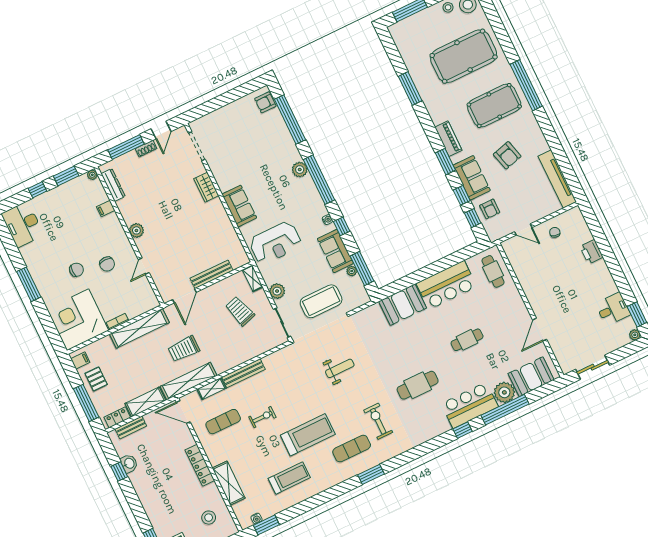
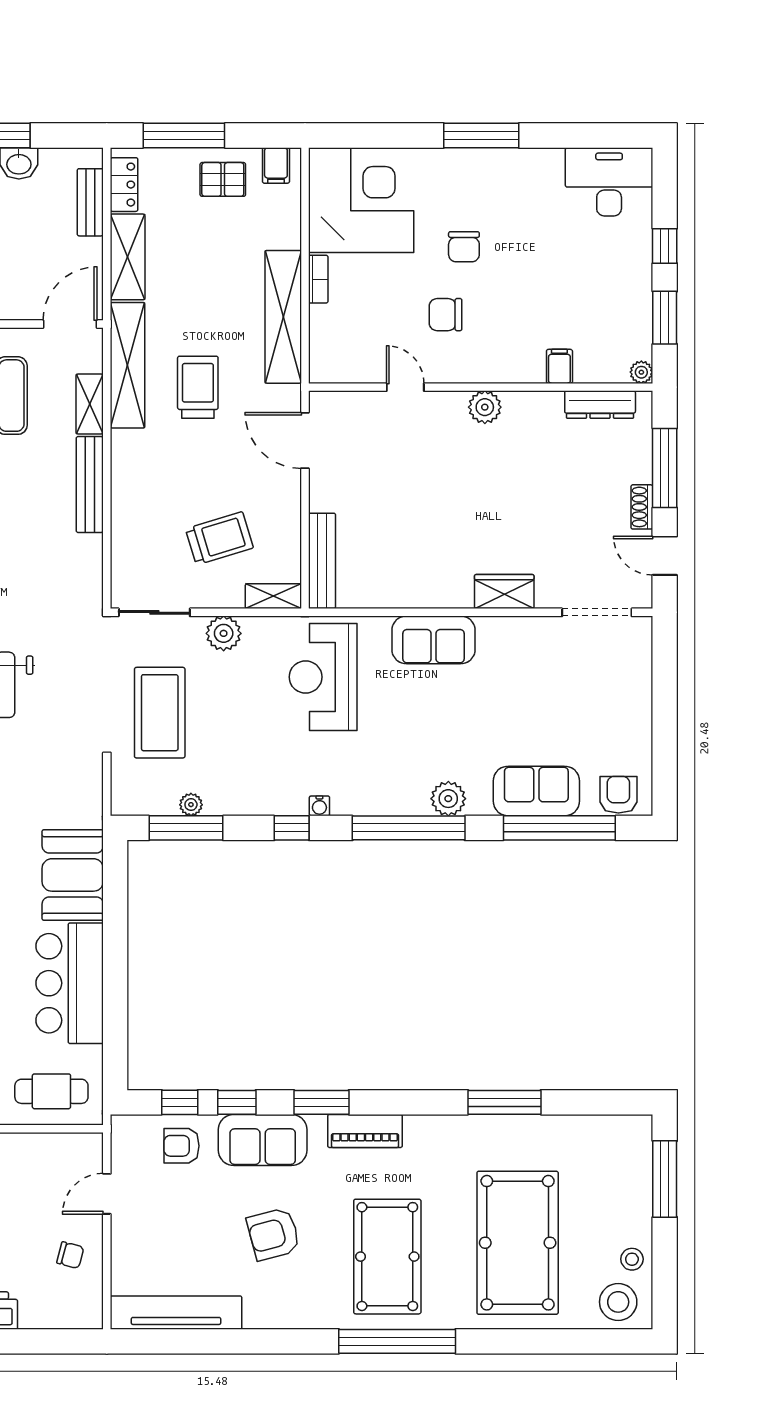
sofa: (335, 251) -> (536, 791), moved
bench: (212, 274) -> (322, 561), moved

